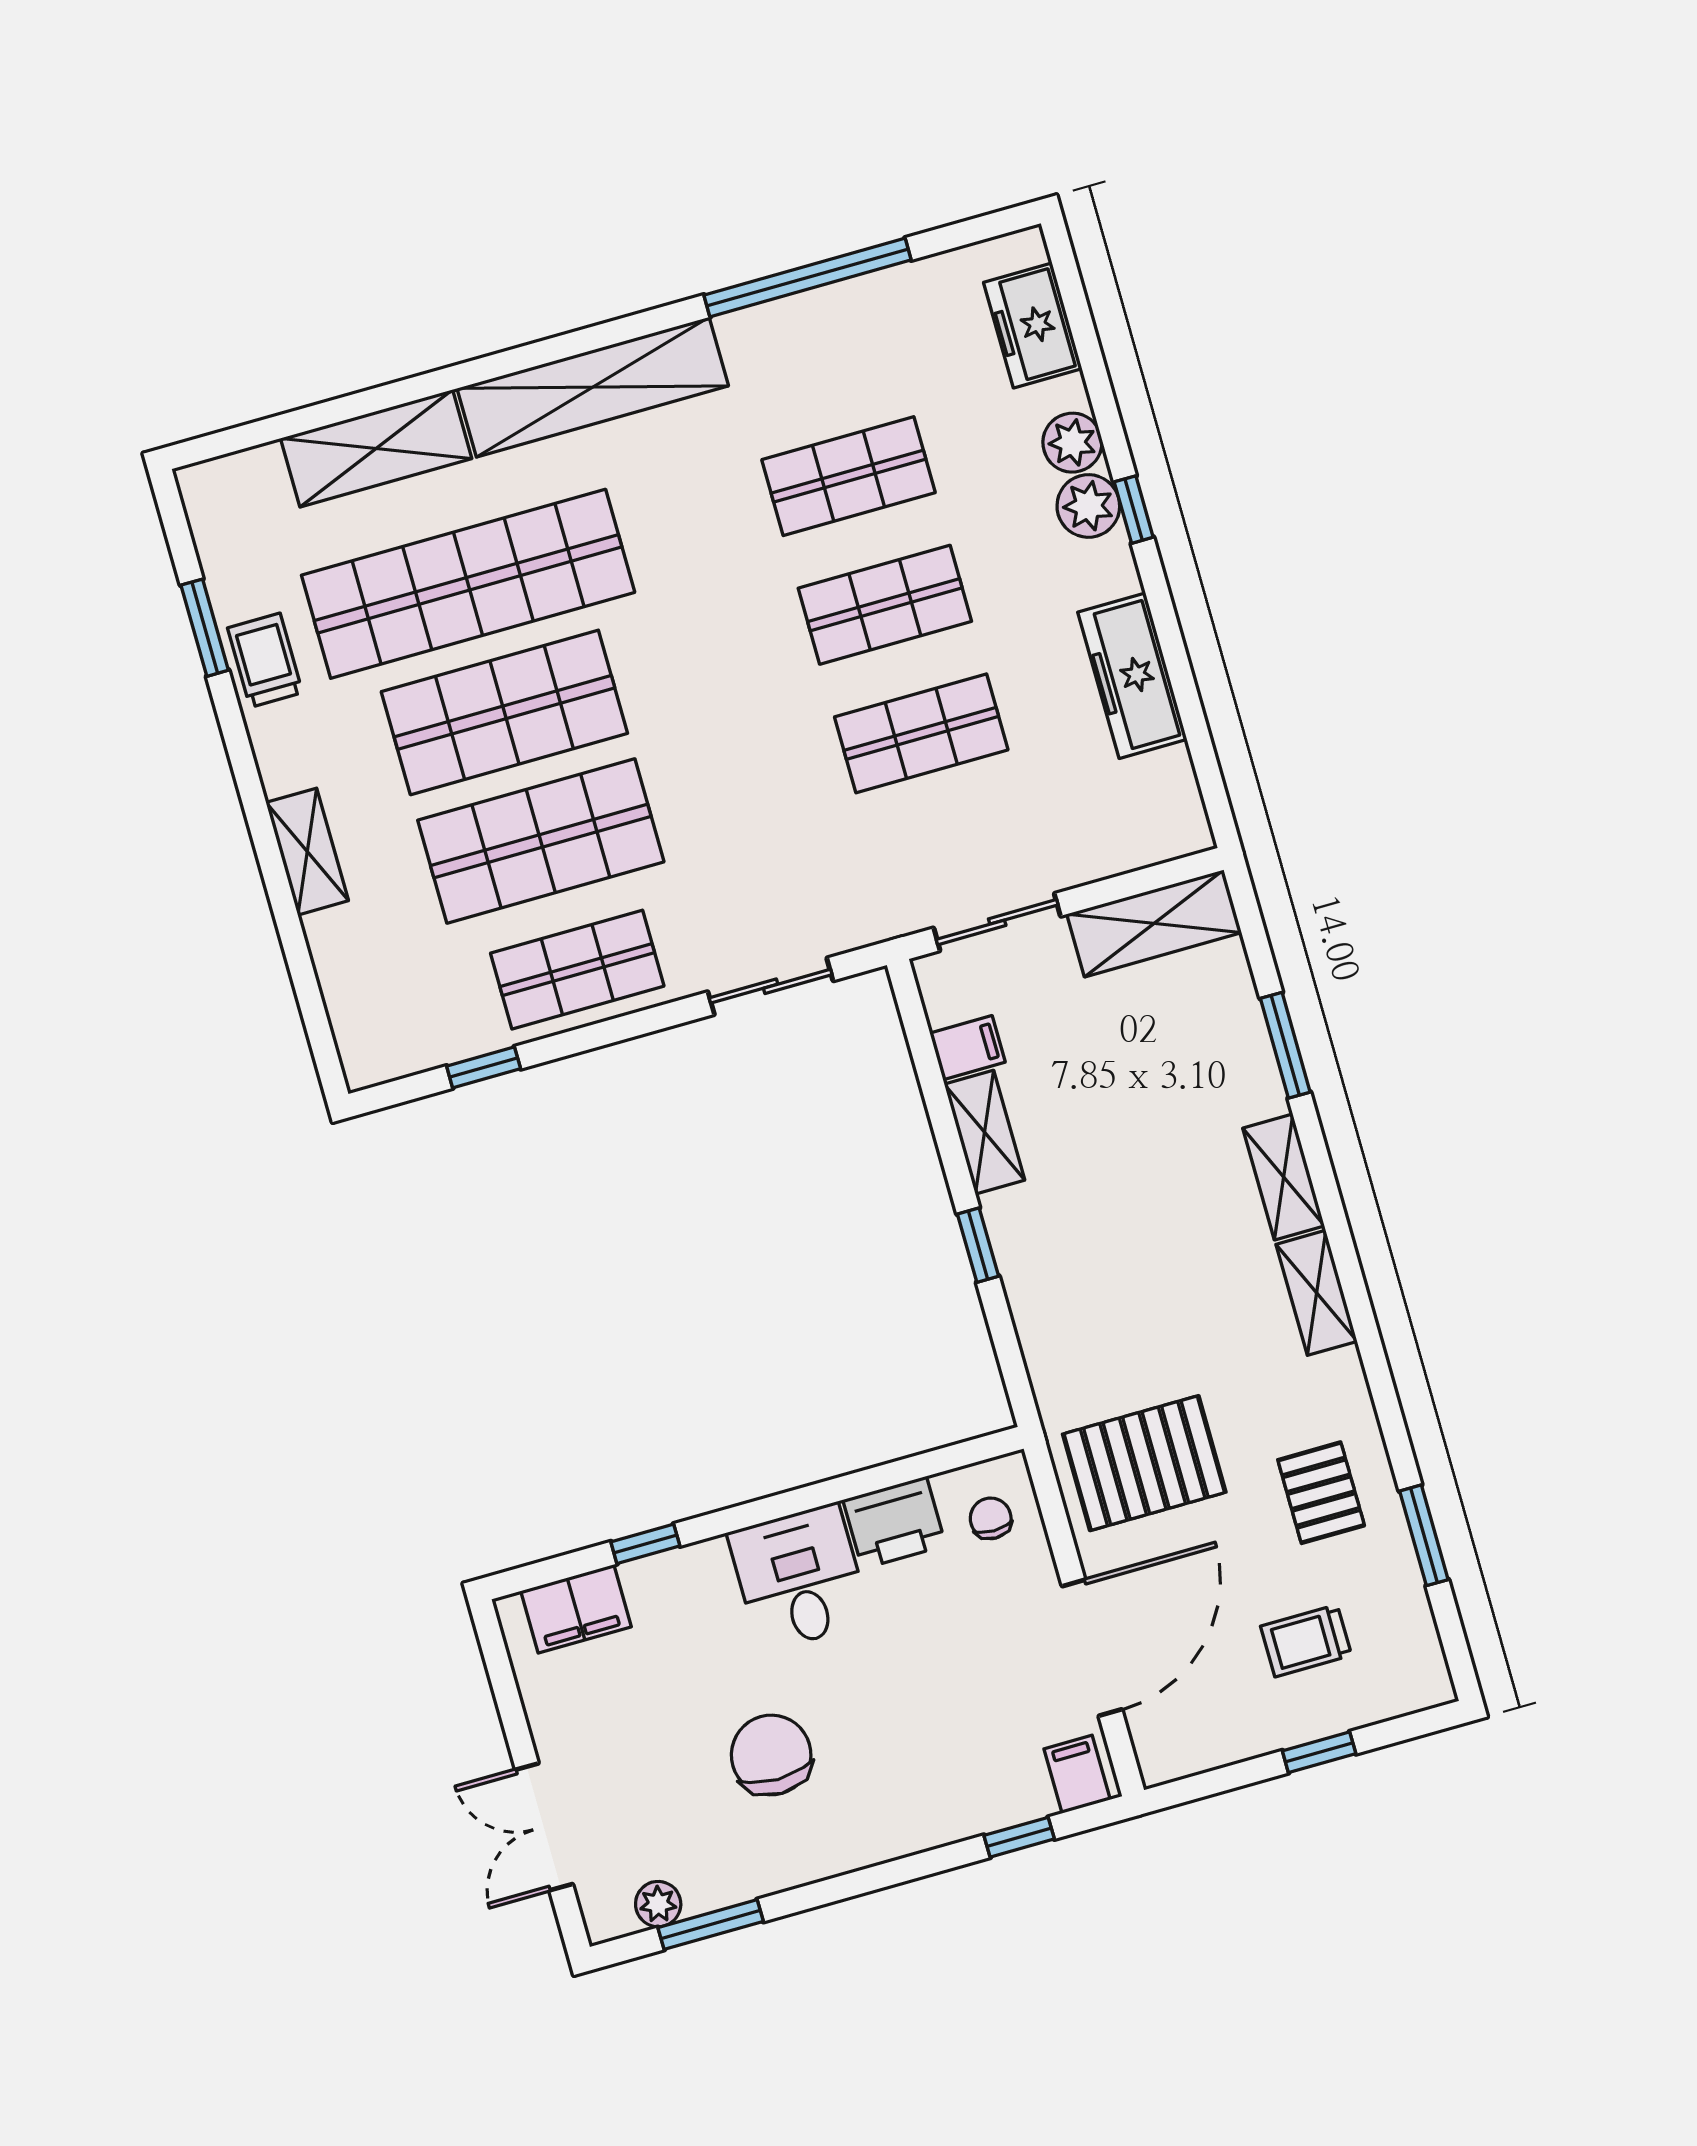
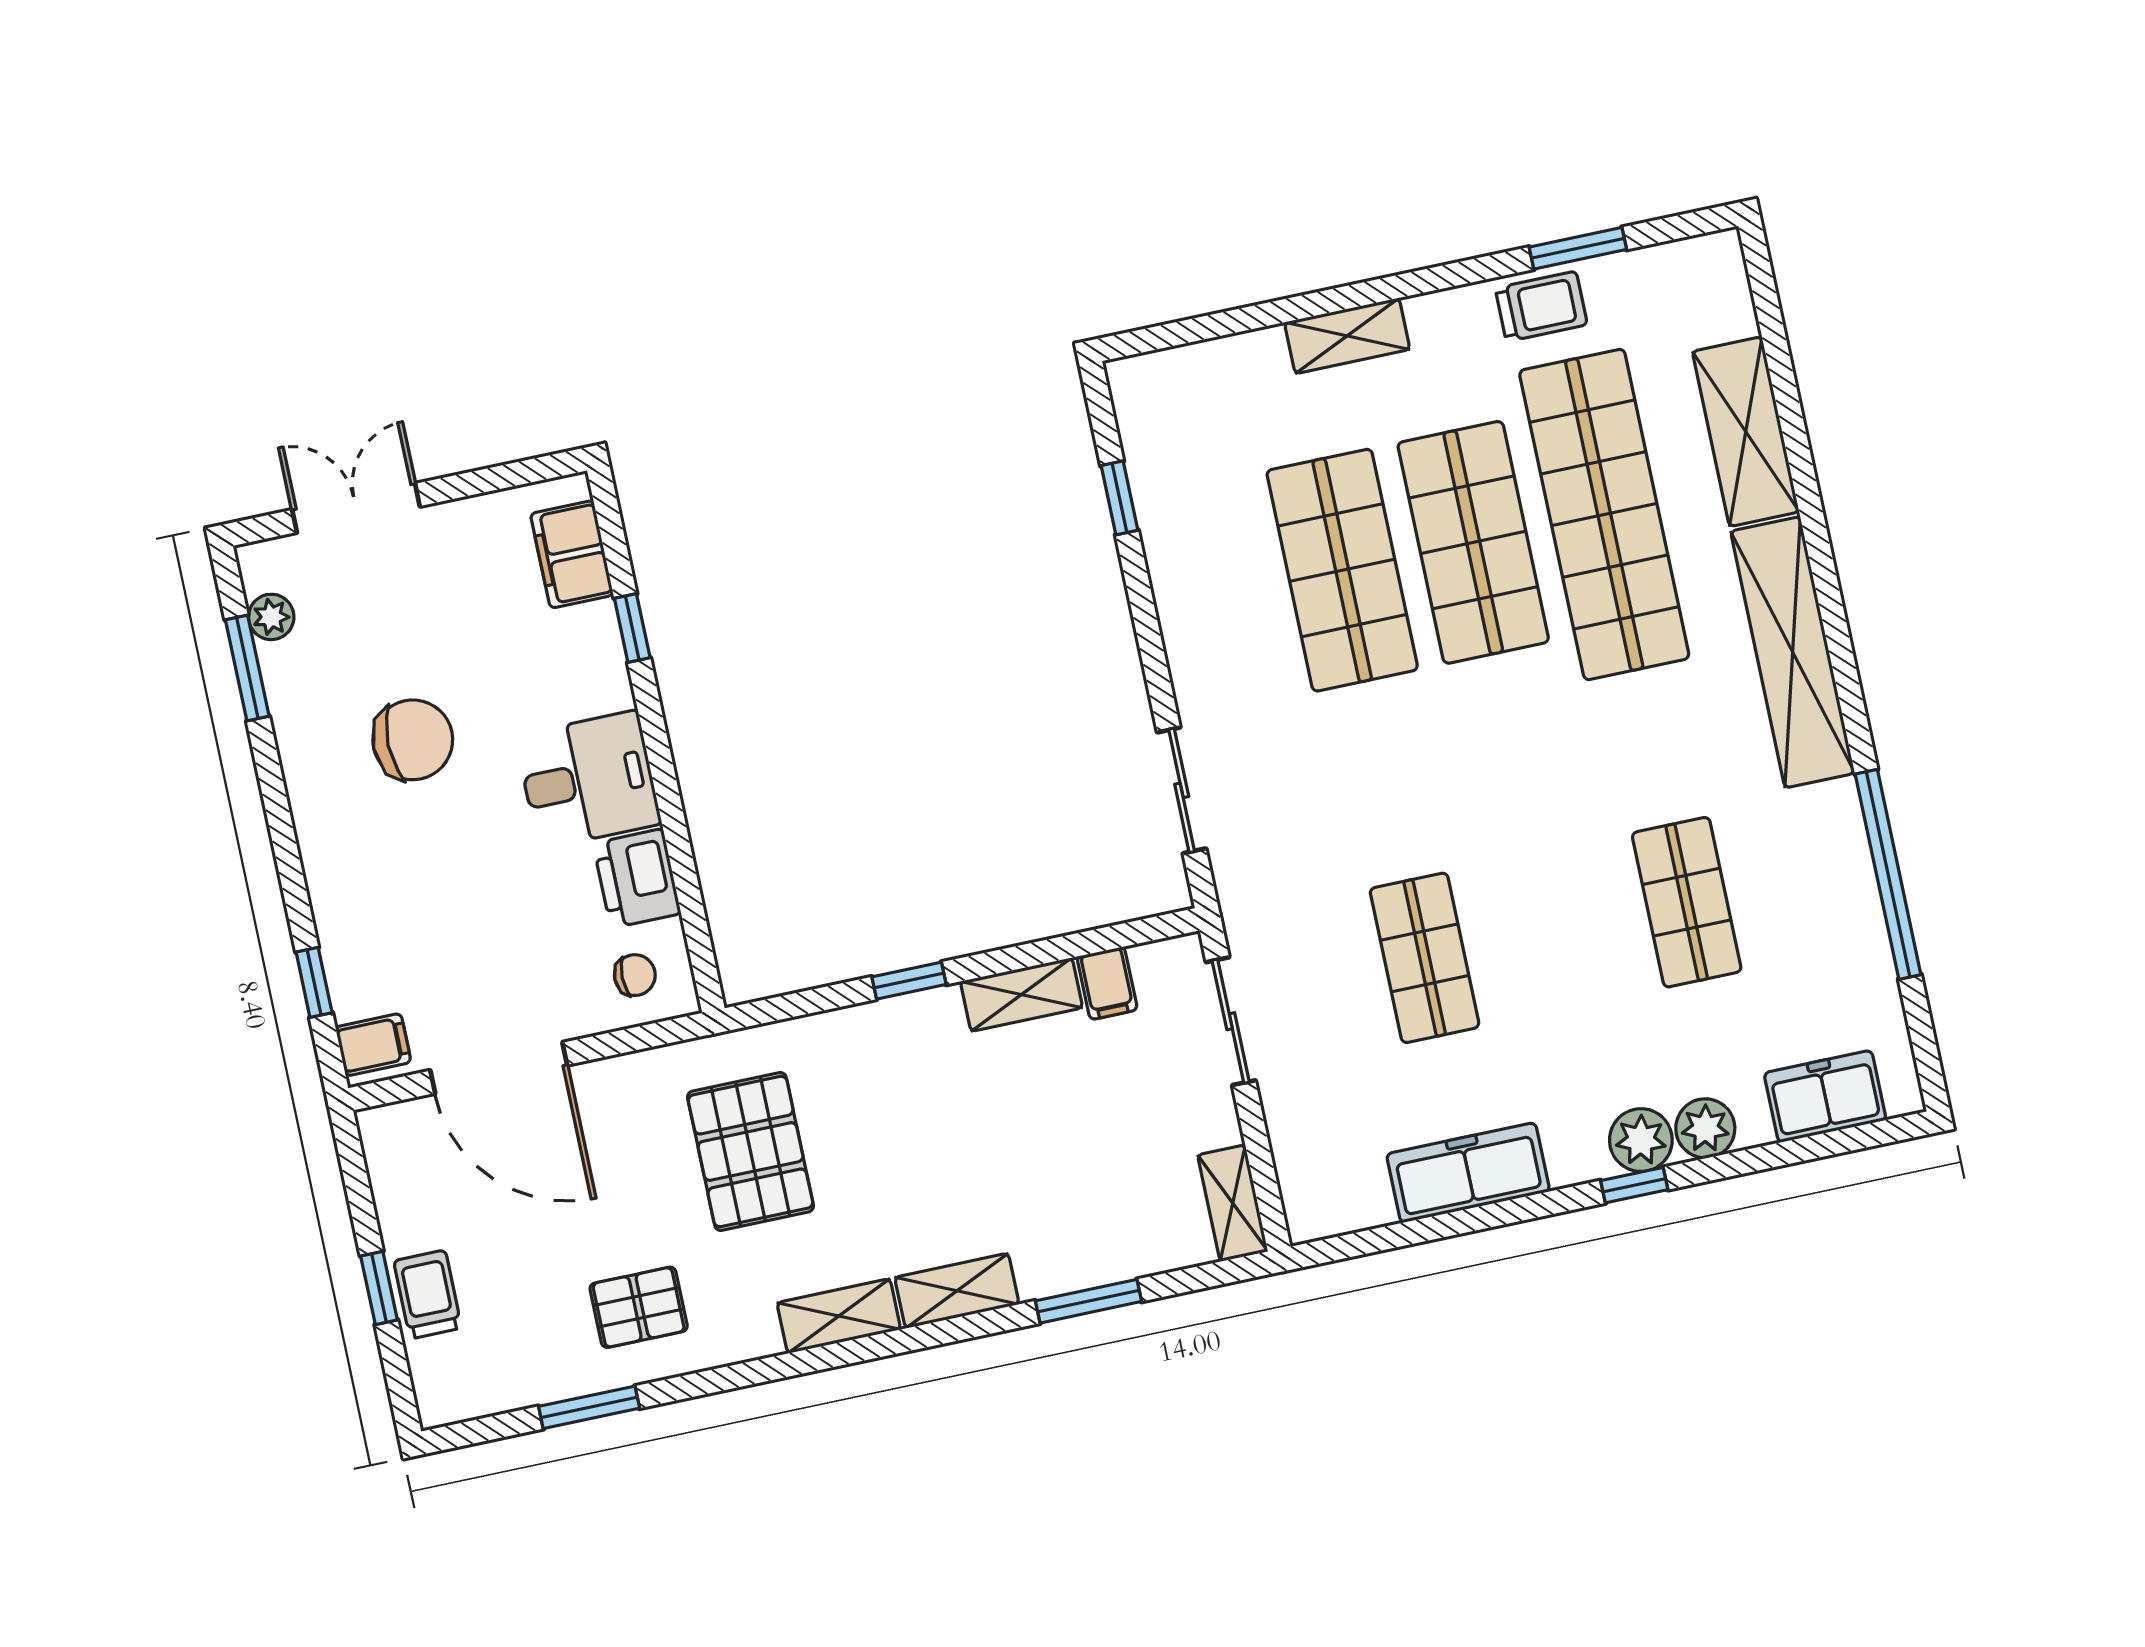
shop shelf: (885, 605) -> (1556, 930), removed
shelving: (1154, 923) -> (1233, 1203), width x0.67, depth x0.75
shop shelf: (577, 970) -> (1211, 598), removed
pallet: (1144, 1463) -> (751, 1152), moved
trolley: (1306, 1641) -> (428, 1294), moved

